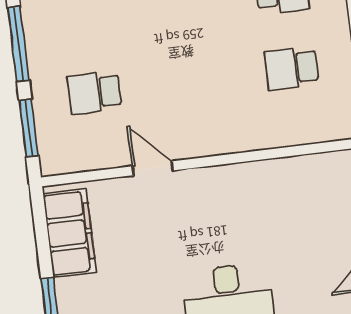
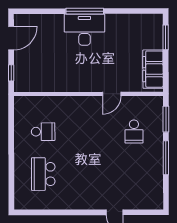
school desk: (95, 93) -> (134, 131), turned 90
door: (153, 168) -> (112, 94), hinge flipped

